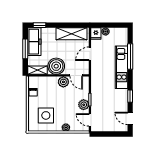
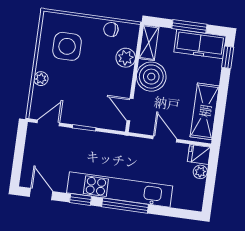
window: (130, 57) -> (125, 206), moved
kitchen unit: (122, 67) -> (120, 189), width x1.36
door: (76, 75) -> (130, 110), hinge flipped
plant: (63, 82) -> (126, 58), moved
plant: (84, 105) -> (77, 116), removed
door: (130, 118) -> (41, 194), hinge flipped

